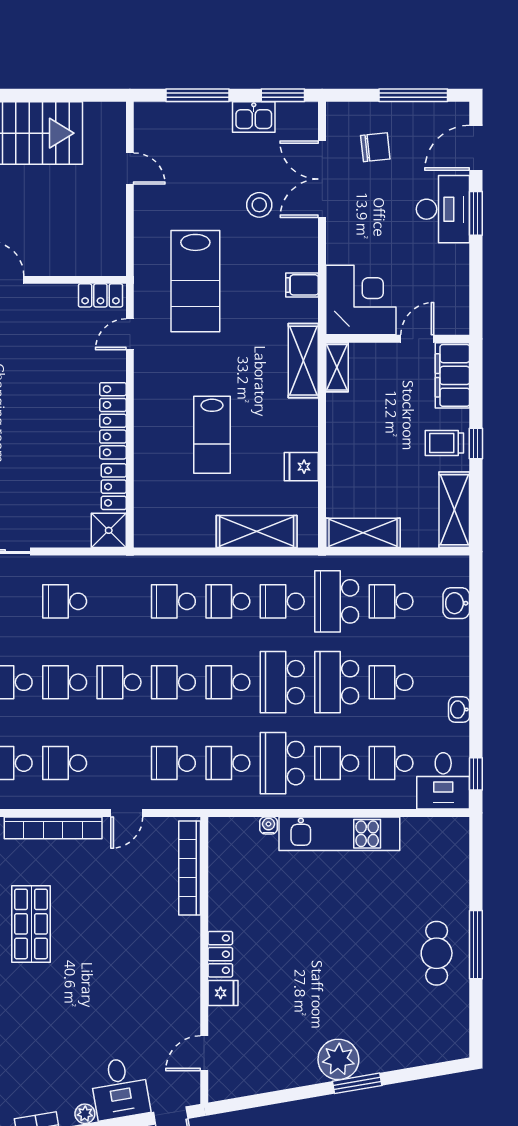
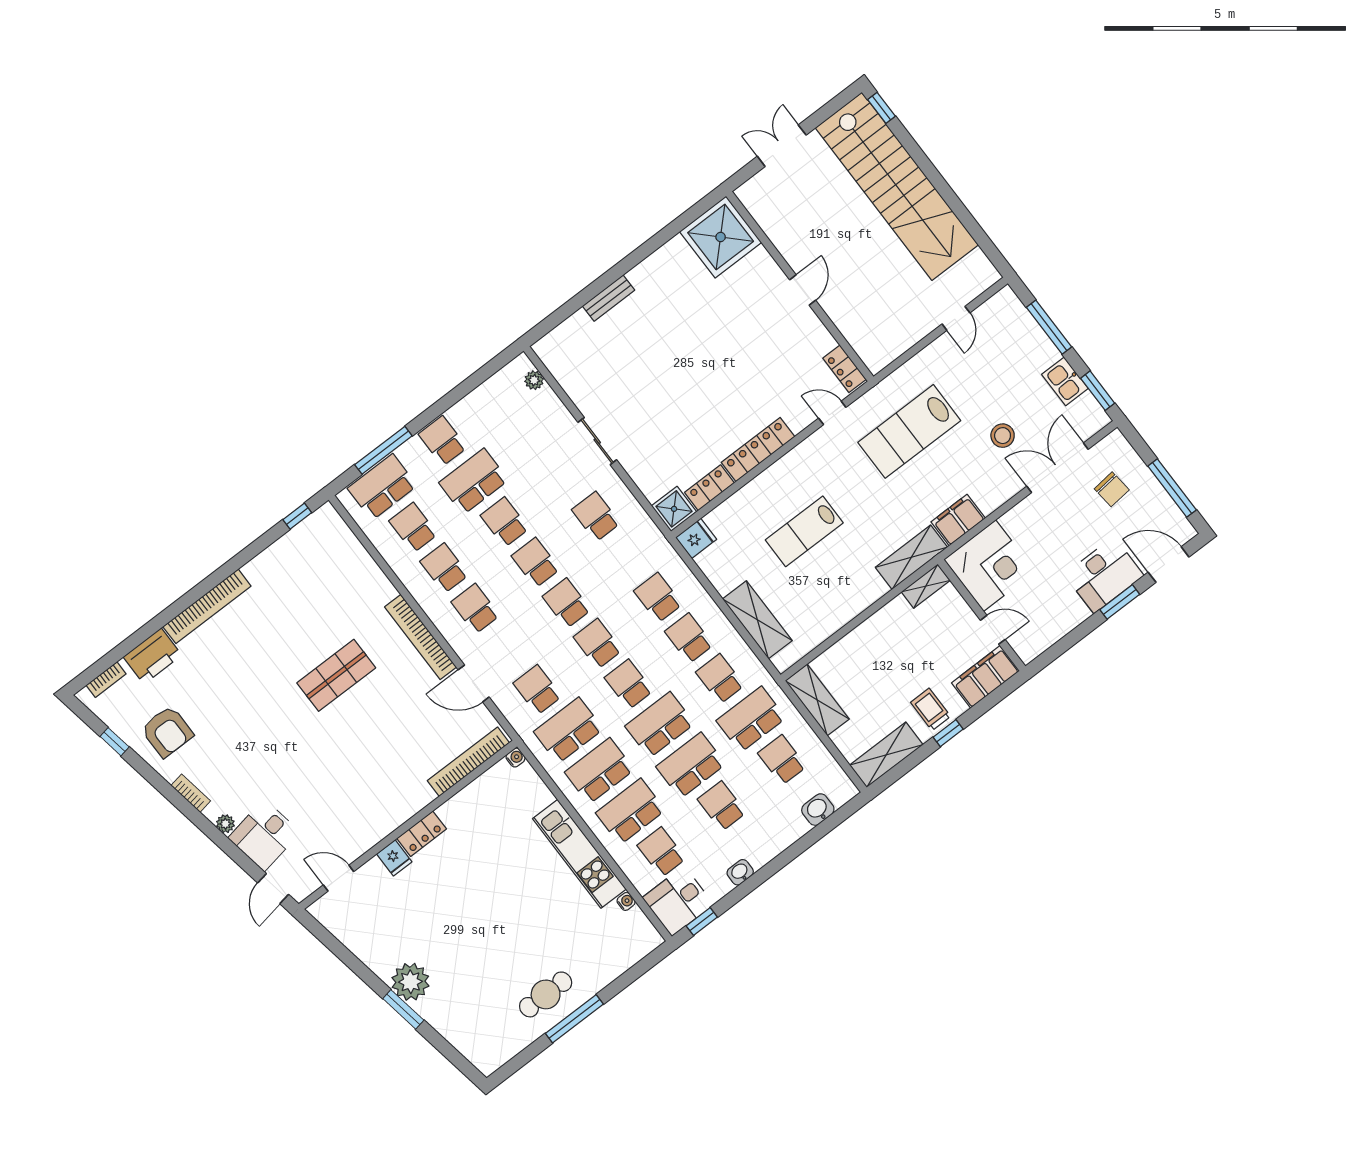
filing cabinet: (302, 285) -> (958, 520), width x2.00
fridge: (301, 467) -> (696, 538), moved, turned 90
school desk: (228, 763) -> (568, 730), width x1.85
school desk: (337, 763) -> (630, 812), width x1.85
door: (127, 813) -> (474, 683), width x1.38
water cooler: (269, 825) -> (516, 758), moved
water cooler: (410, 825) -> (626, 901), added

